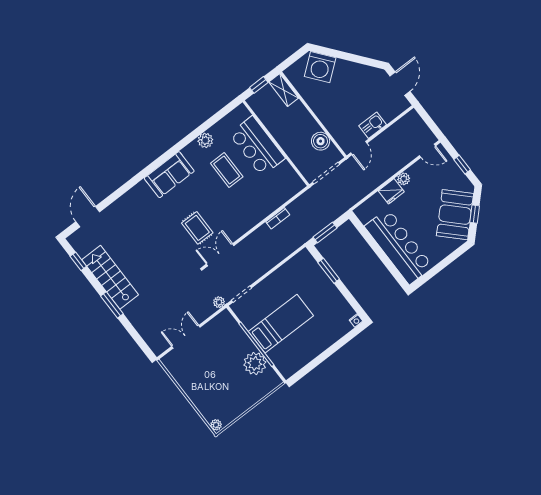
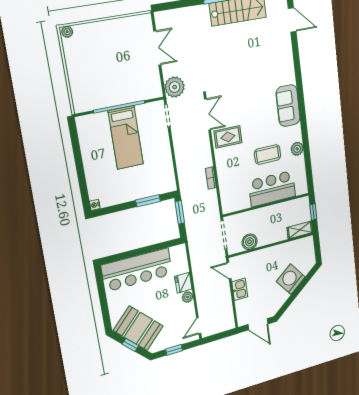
washing machine: (320, 67) -> (291, 279), moved
rug: (197, 228) -> (228, 137), moved
plant: (219, 302) -> (175, 87), width x1.88, depth x1.88
plant: (255, 363) -> (104, 97), removed

